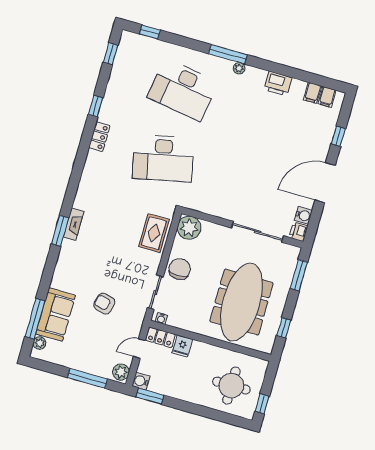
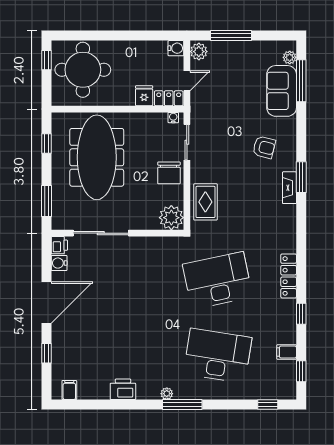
filing cabinet: (313, 93) -> (287, 352), moved, turned -90
locker: (99, 137) -> (289, 276), width x1.53
armchair: (104, 304) -> (264, 147), moved
round table: (231, 386) -> (83, 70), width x1.36, depth x1.36
window: (150, 396) -> (162, 36), removed

